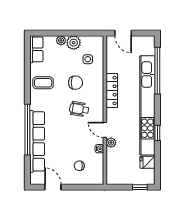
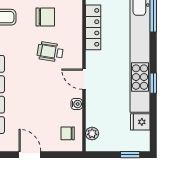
plant: (111, 143) -> (92, 134), moved
chair: (79, 166) -> (68, 133), moved
door: (53, 187) -> (30, 155), moved

